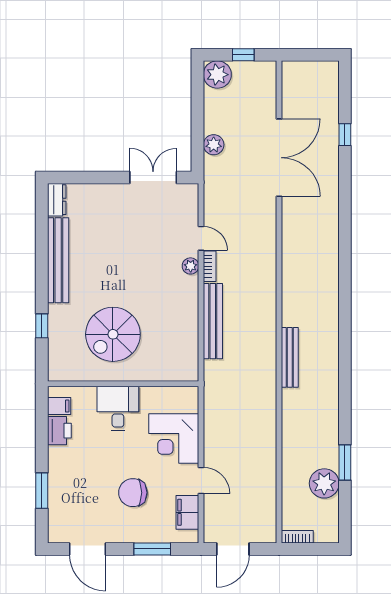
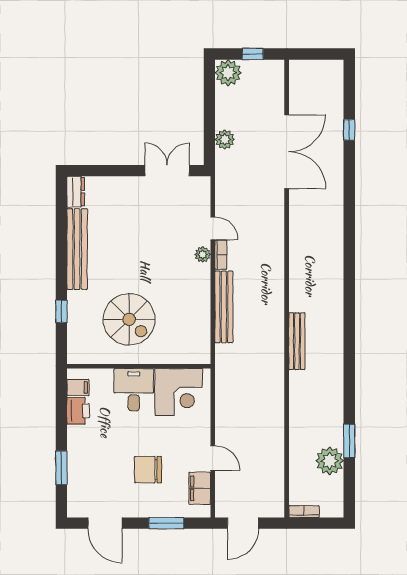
spiral stairs: (113, 334) -> (129, 319), turned -90
corner desk: (174, 438) -> (179, 392), moved, turned -90

